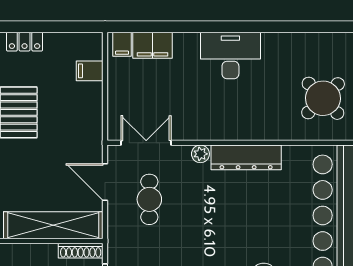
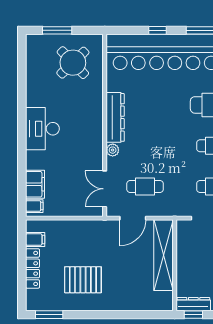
locker: (25, 42) -> (32, 268), width x1.53
filing cabinet: (90, 71) -> (35, 240), moved, turned -90
shoe rack: (81, 251) -> (182, 236), removed

